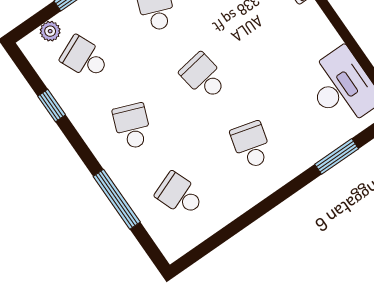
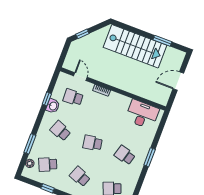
window: (337, 156) -> (150, 157), moved

